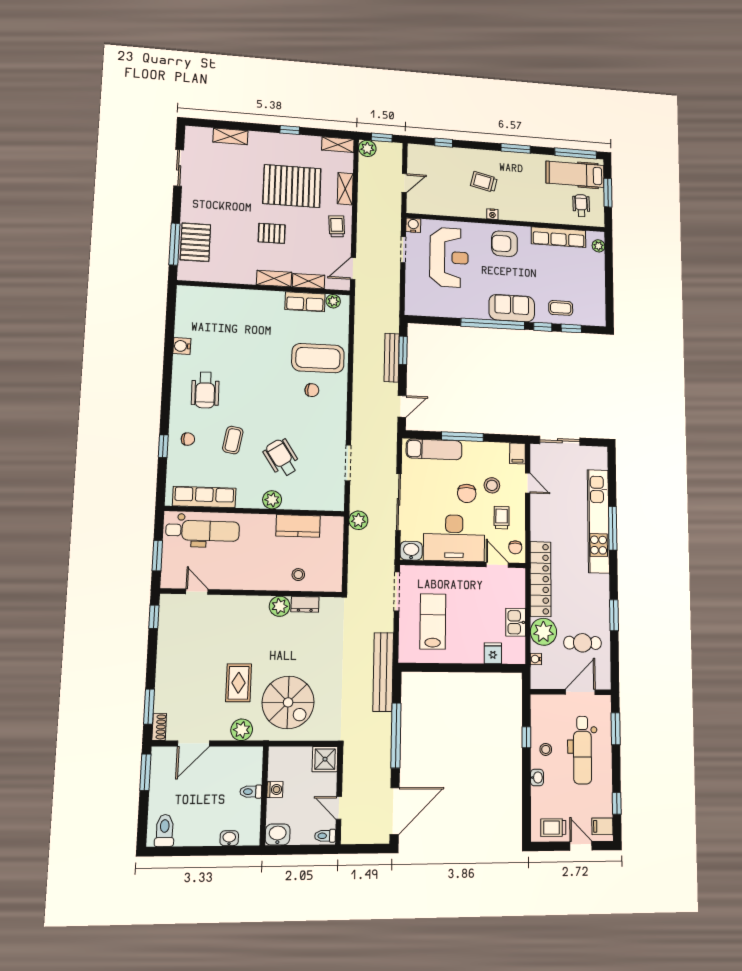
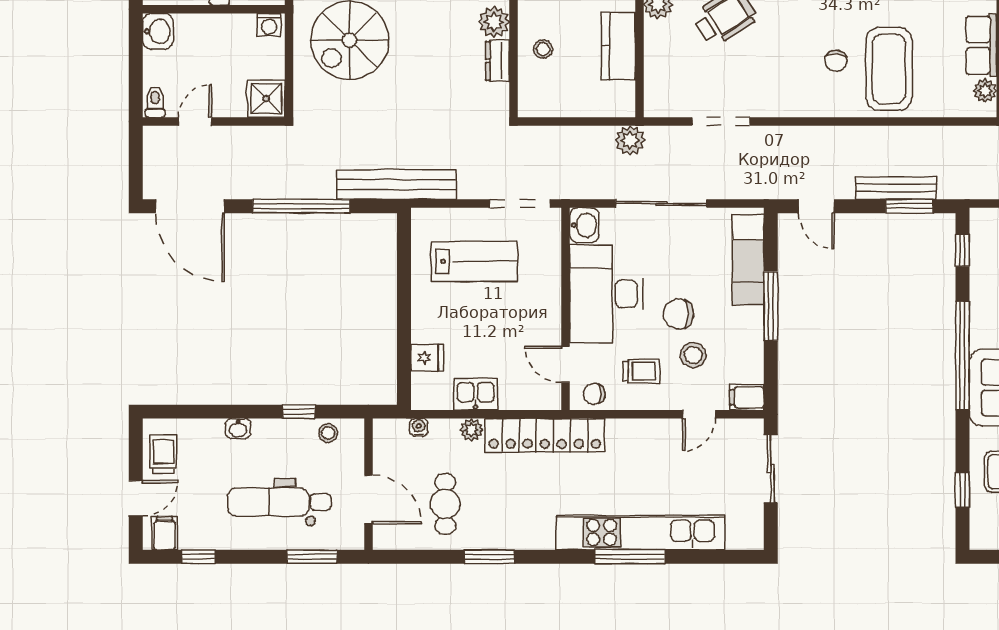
window: (543, 327) -> (962, 250), moved
door: (497, 565) -> (566, 364), swing flipped
plant: (543, 632) -> (471, 430), width x0.53, depth x0.53
stool: (546, 749) -> (328, 433), moved
washing machine: (275, 790) -> (269, 25), moved

